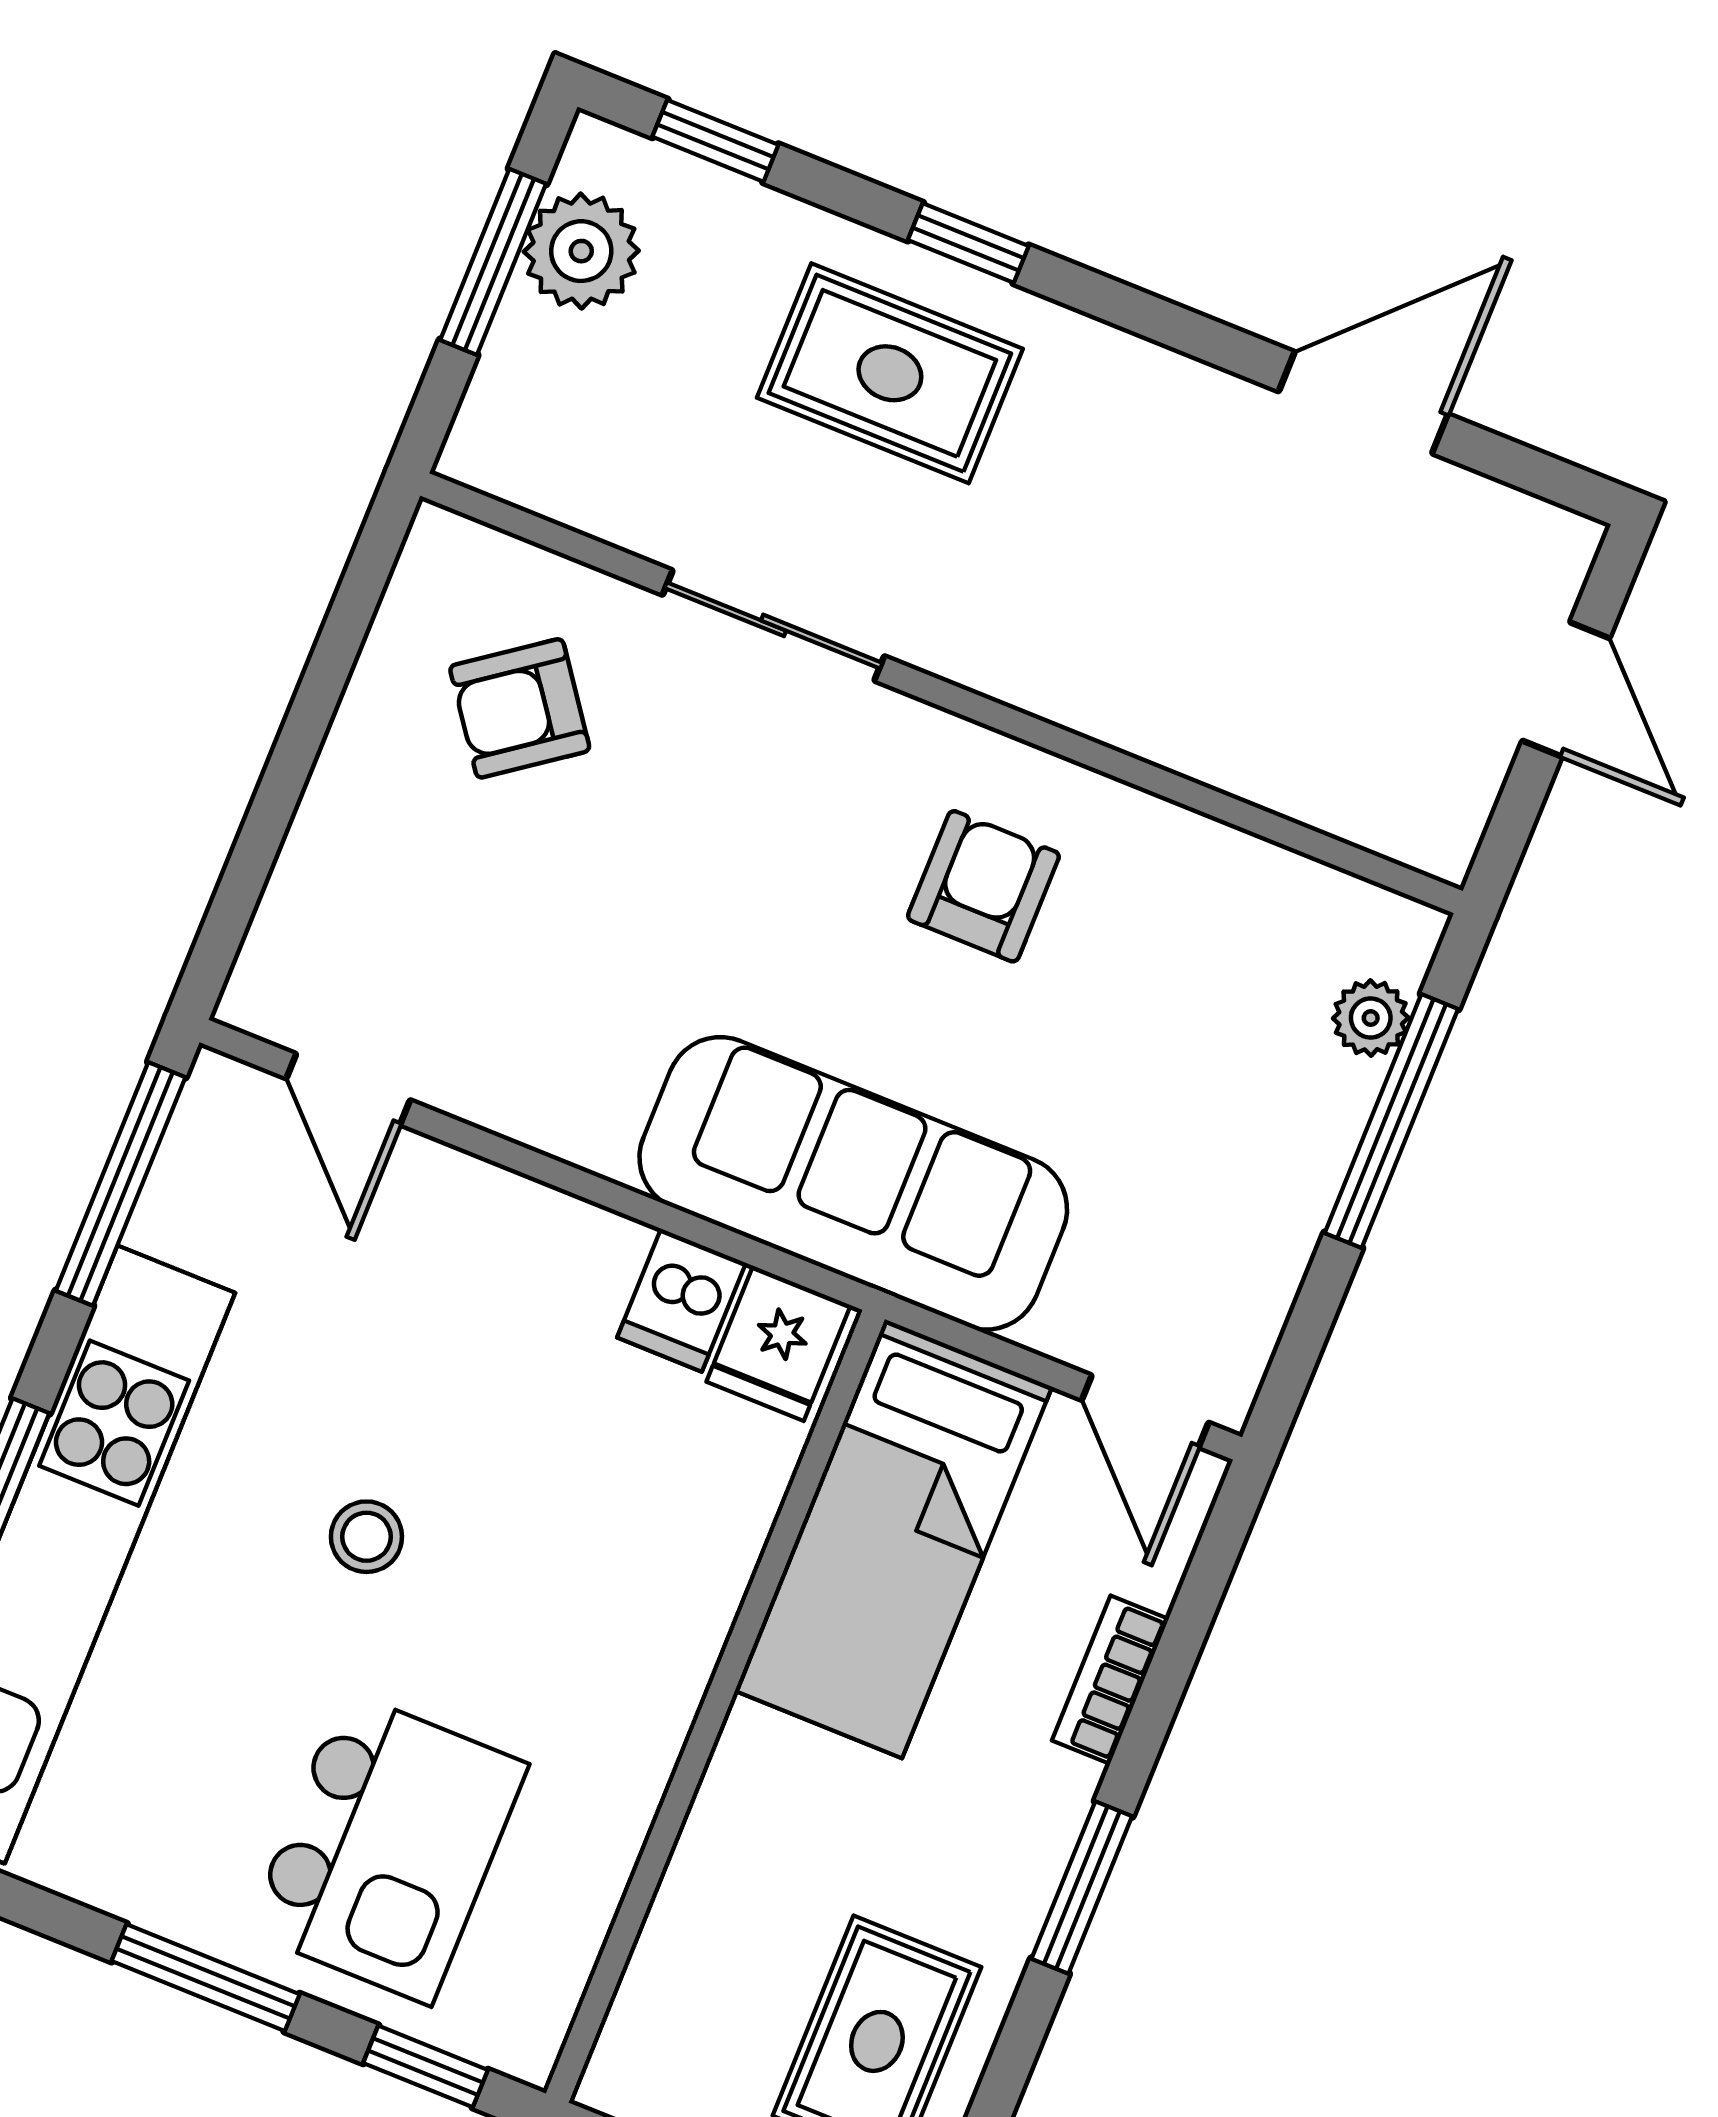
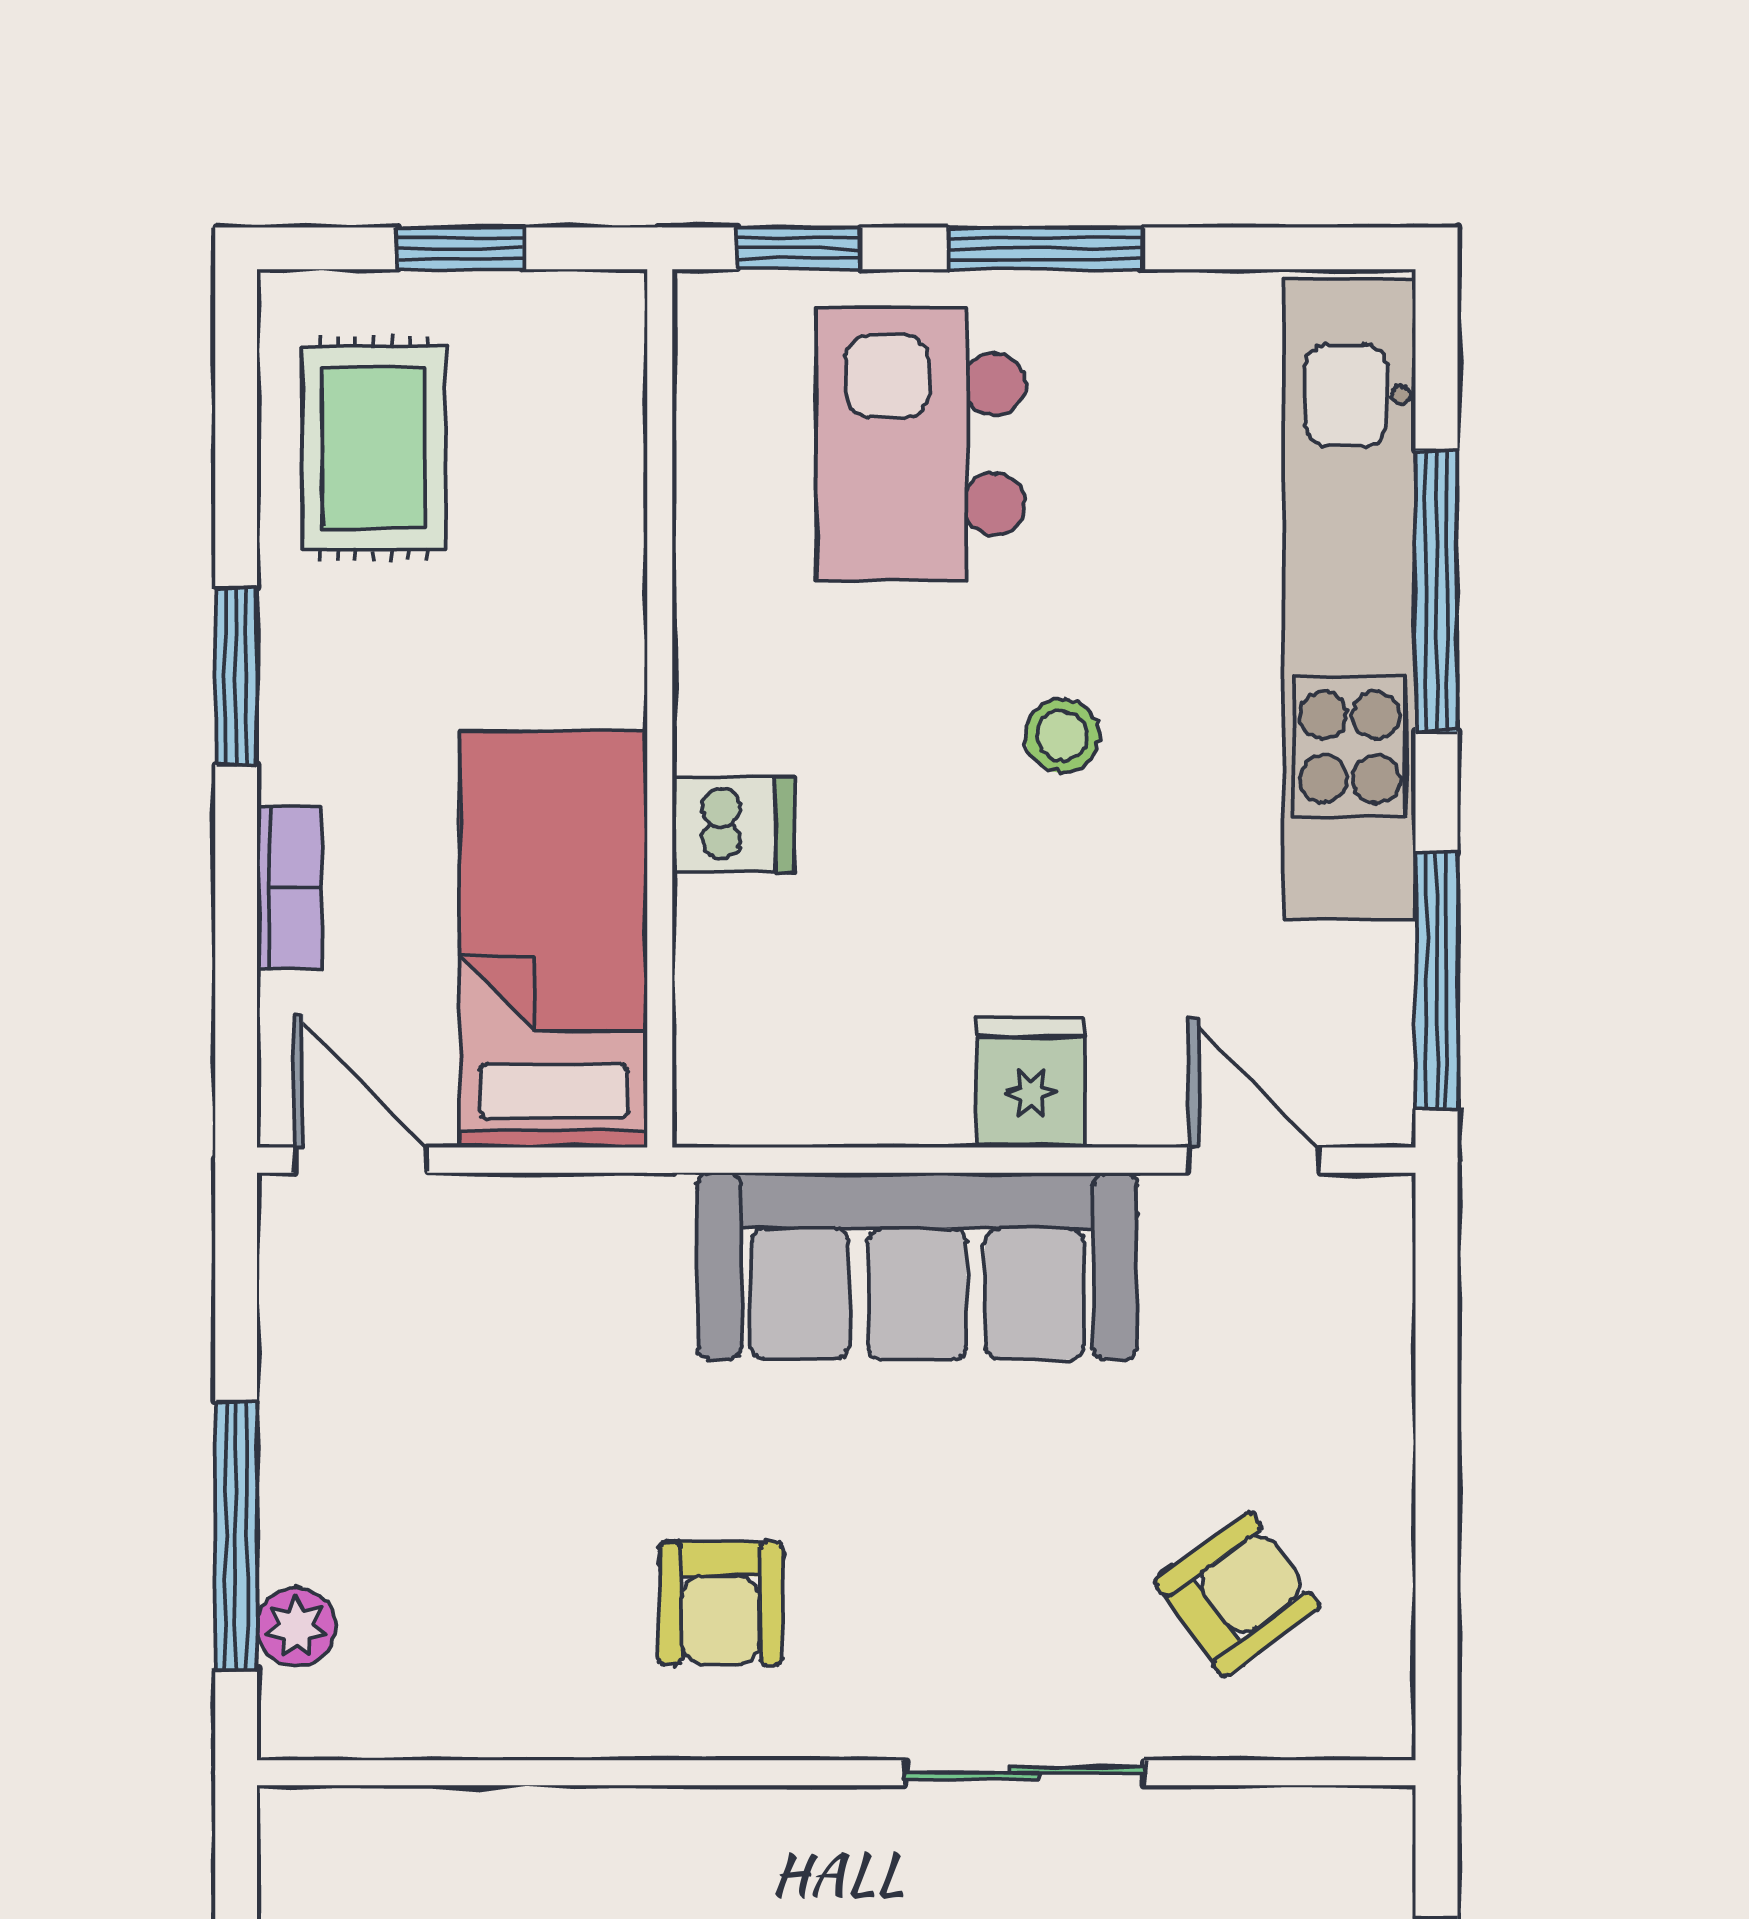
sofa: (853, 1183) -> (917, 1266), moved
dishwasher: (681, 1300) -> (733, 824), moved, turned 90
fridge: (778, 1343) -> (1031, 1083), moved

